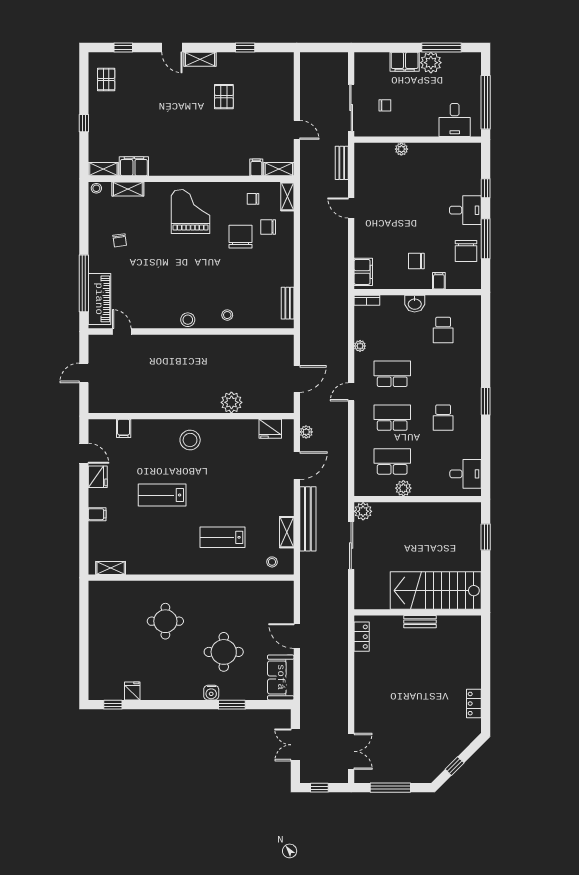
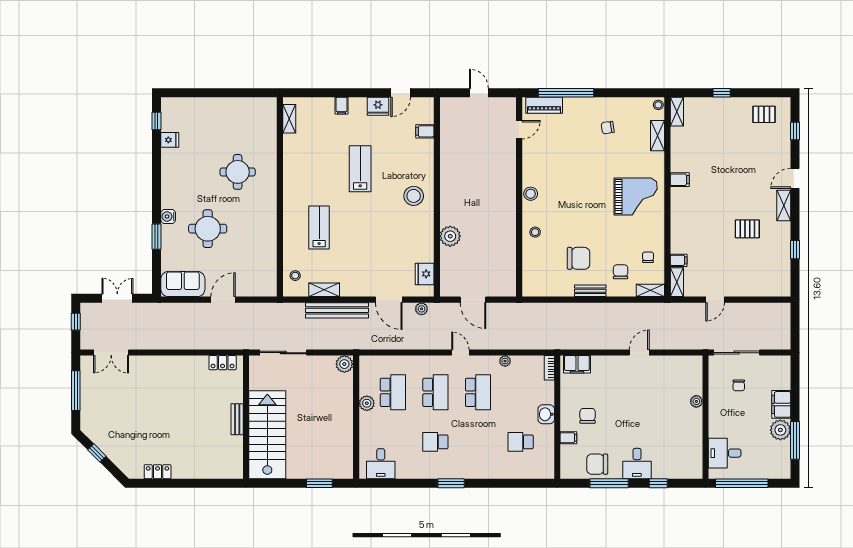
bench: (342, 163) -> (683, 343), removed
filing cabinet: (134, 166) -> (680, 180), moved, width x0.50
chair: (240, 237) -> (579, 258), moved
piano: (99, 299) -> (544, 105), width x0.73, depth x0.75
bench: (288, 303) -> (590, 291), moved
sliding door: (351, 545) -> (283, 353), moved

